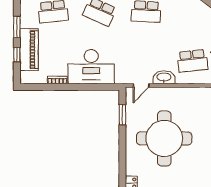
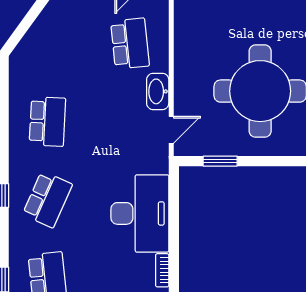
door: (141, 85) -> (171, 130), hinge flipped

